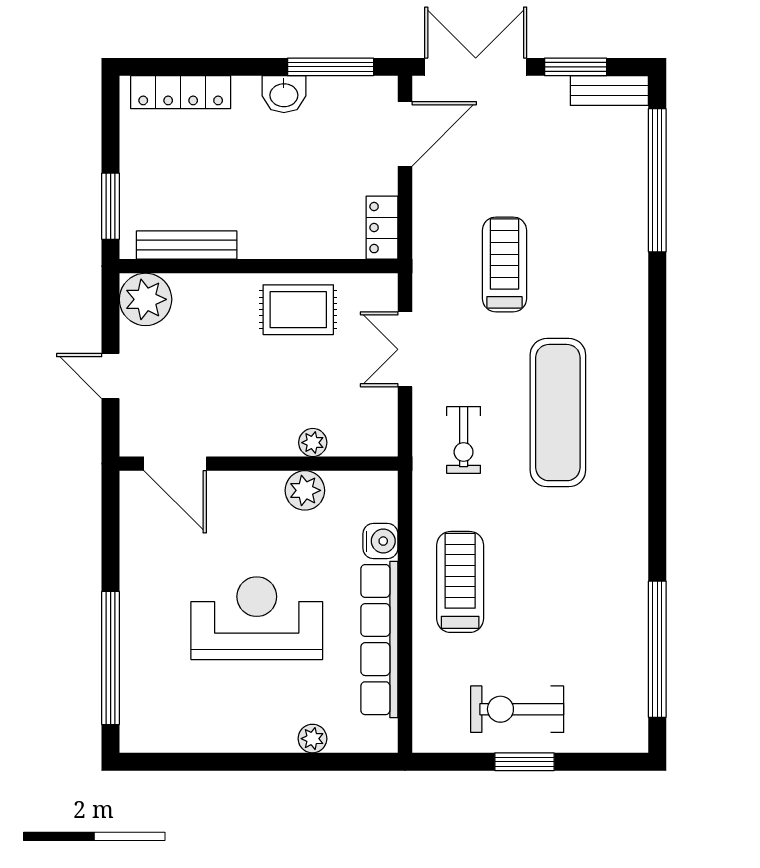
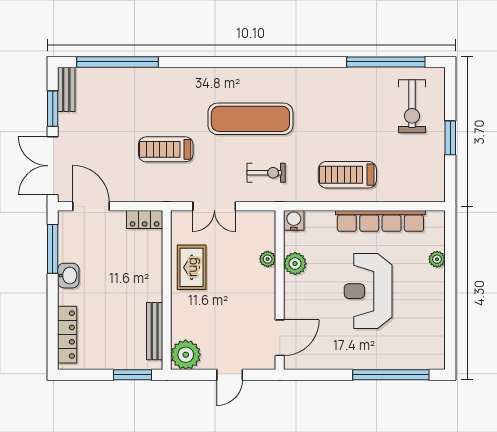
water cooler: (380, 541) -> (294, 220), moved
exercise bike: (517, 709) -> (412, 106), moved

